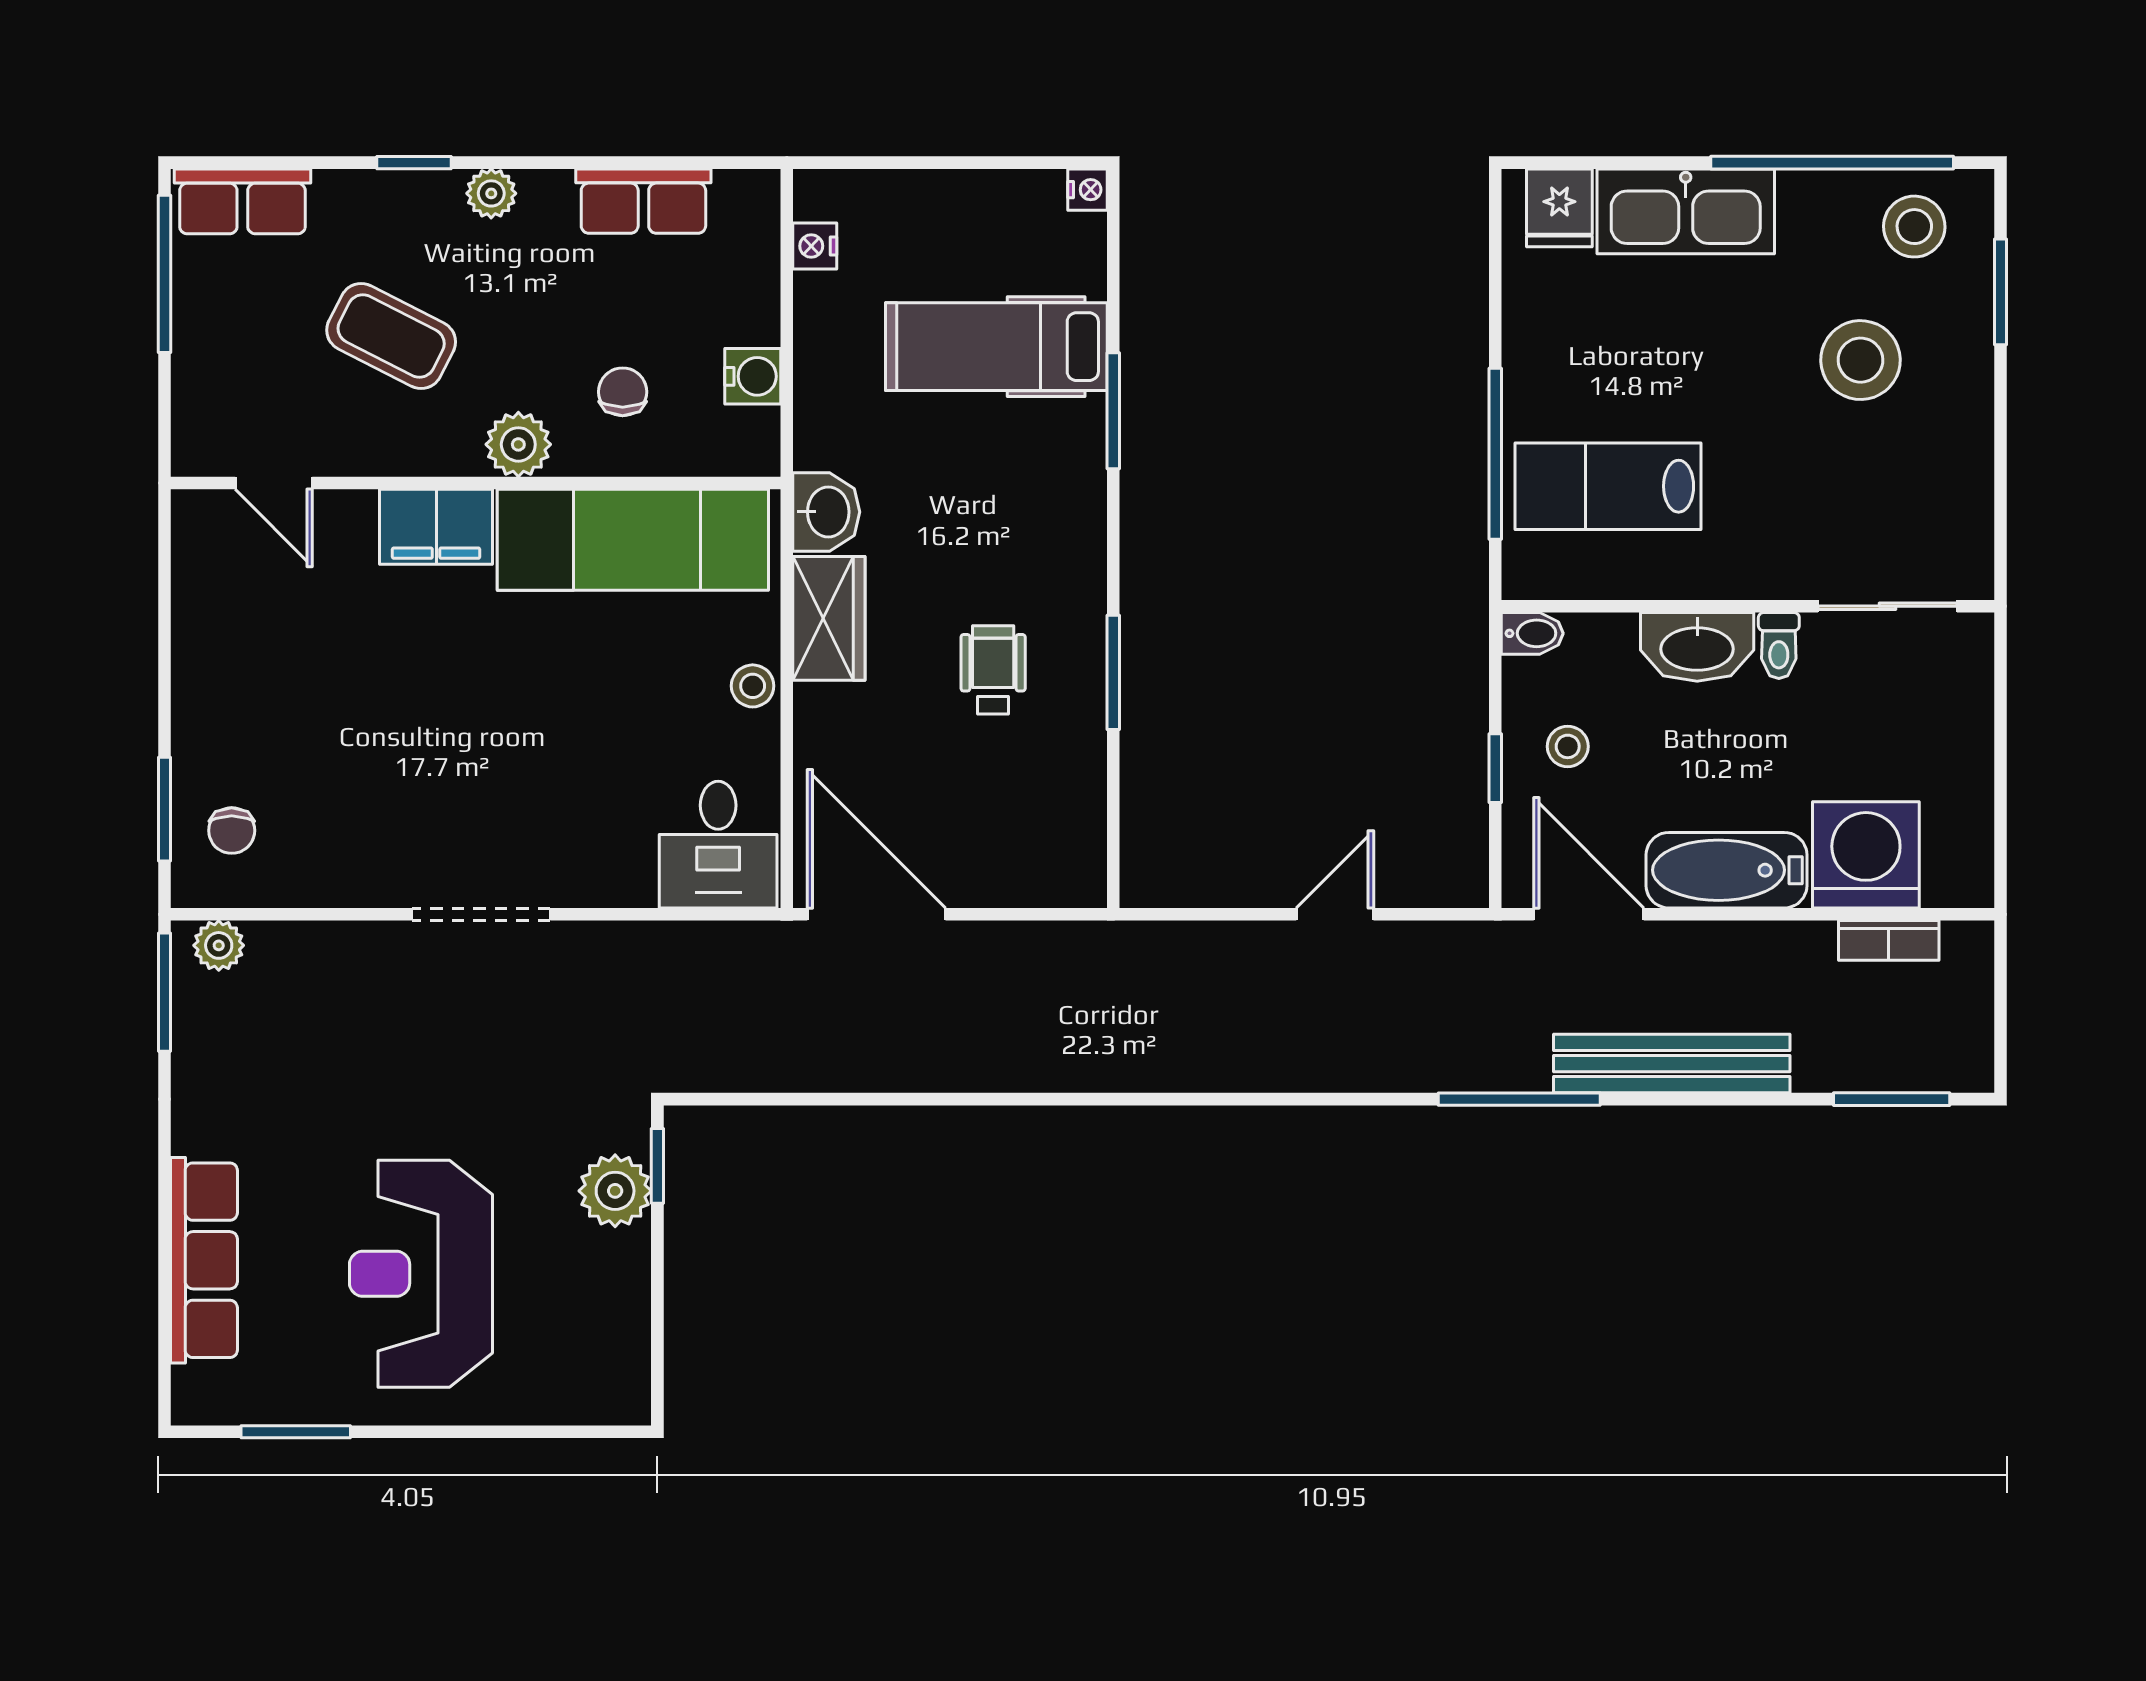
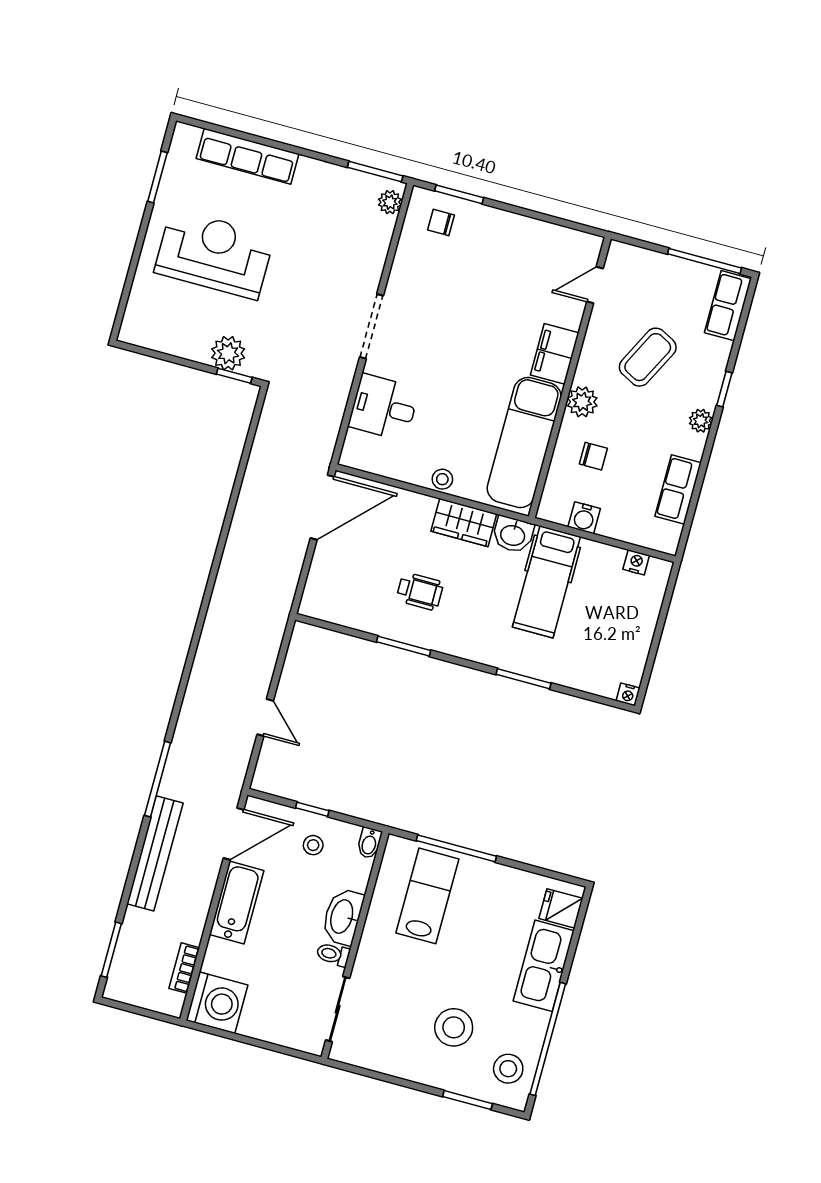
hospital bed: (996, 347) -> (546, 582), moved, turned 180
desk: (718, 845) -> (384, 407), moved
washing machine: (1866, 855) -> (217, 1003), moved

